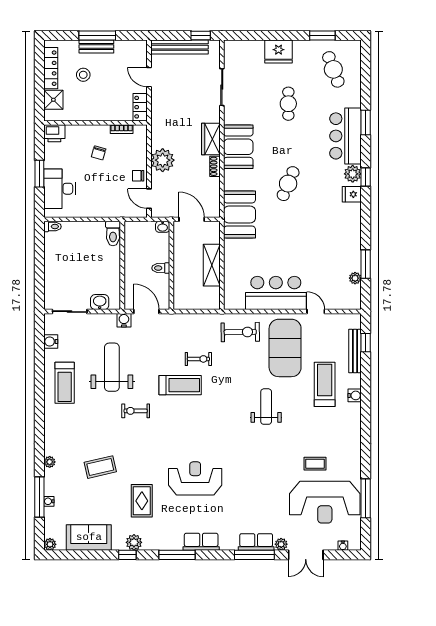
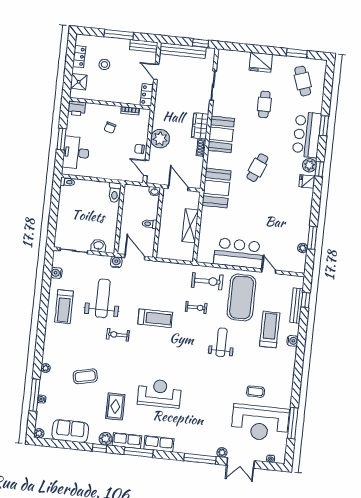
bench: (96, 47) -> (144, 46), moved
locker: (51, 68) -> (79, 57), width x0.66
exercise bike: (198, 359) -> (196, 307), moved
row of seats: (256, 542) -> (127, 441), moved

